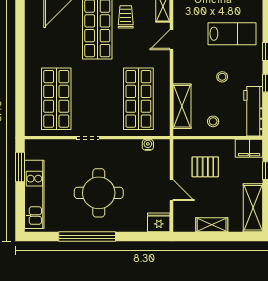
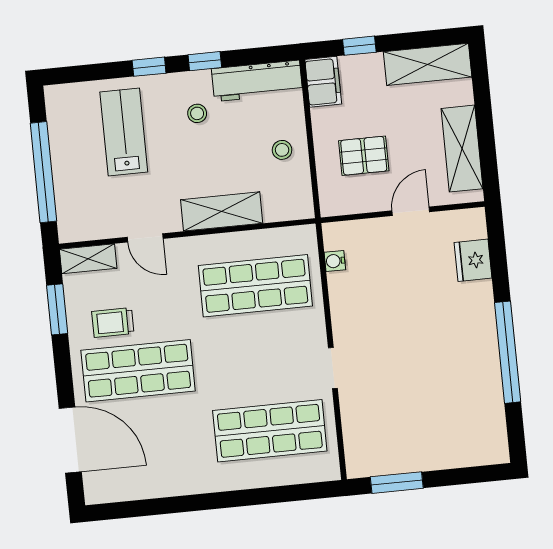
stool: (222, 77) -> (197, 113), moved
shelving: (182, 106) -> (222, 211), moved
pallet: (205, 167) -> (364, 156), turned 90
round table: (99, 193) -> (428, 339), removed
kitchen unit: (34, 194) -> (442, 453), removed
fridge: (159, 222) -> (473, 260), moved
shelving: (212, 225) -> (462, 149), width x1.50, depth x1.33

